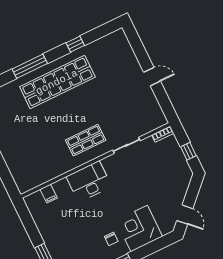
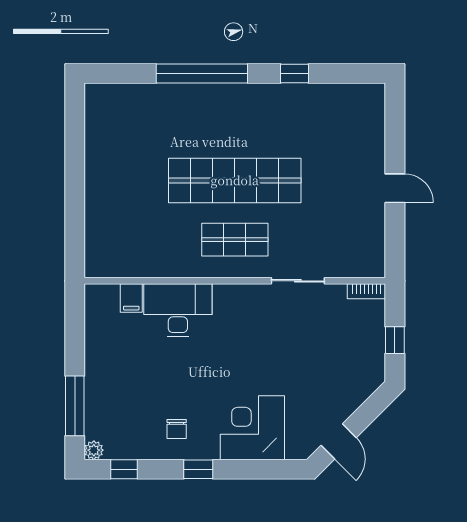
window: (30, 66) -> (202, 74), width x1.46
shop shelf: (57, 82) -> (235, 180), moved
desk: (89, 182) -> (178, 310), moved
chair: (111, 239) -> (177, 429), moved

